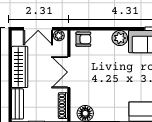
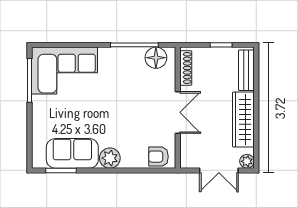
double door: (38, 29) -> (219, 170), swing flipped
plant: (59, 36) -> (247, 161), moved

